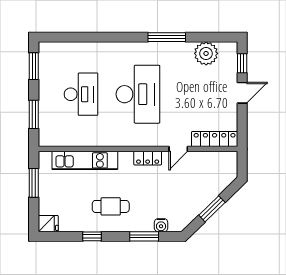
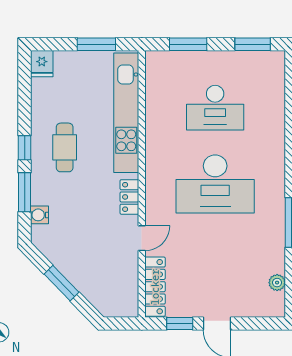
plant: (206, 53) -> (277, 283), width x0.53, depth x0.53
window: (242, 63) -> (180, 324), moved
door: (178, 149) -> (142, 238), swing flipped
kitchen unit: (85, 160) -> (126, 113), width x1.36
window: (92, 236) -> (25, 148), moved

